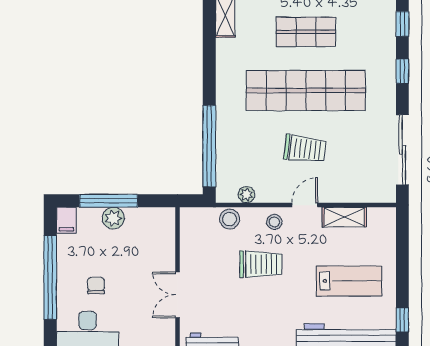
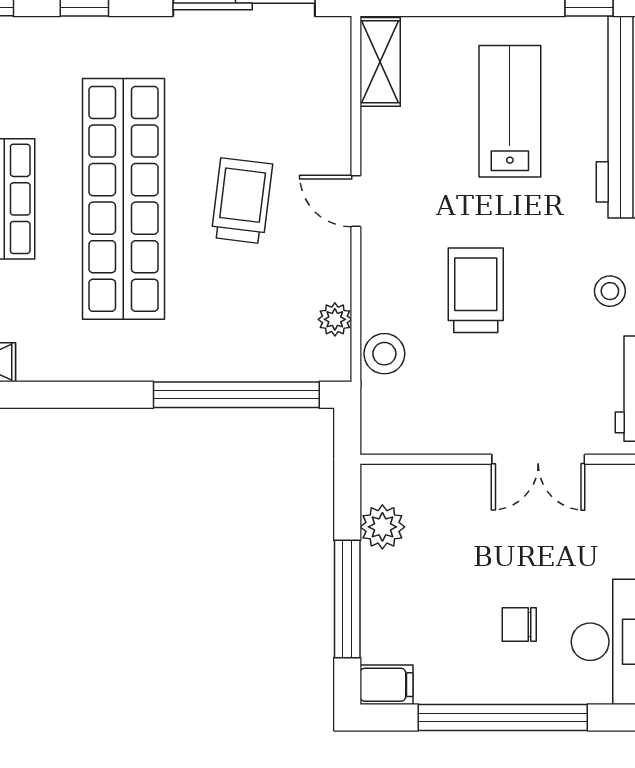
shelving: (344, 217) -> (380, 62), moved
plant: (113, 218) -> (382, 527), moved
stool: (274, 222) -> (610, 291), moved

